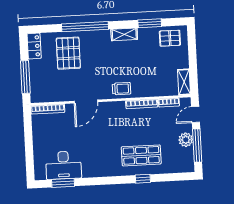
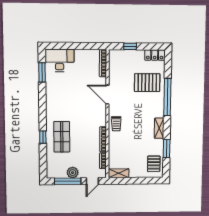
window: (25, 77) -> (130, 46), width x0.46
door: (196, 114) -> (92, 181), swing flipped
desk: (63, 165) -> (60, 60), moved, turned 90

